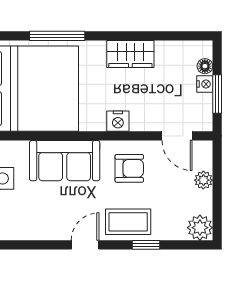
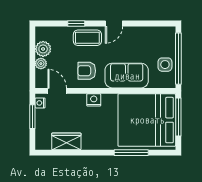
wardrobe: (130, 54) -> (66, 141), moved
floor lamp: (205, 66) -> (40, 134), removed
nightstand: (205, 84) -> (40, 103), moved
plant: (200, 228) -> (43, 49), moved

